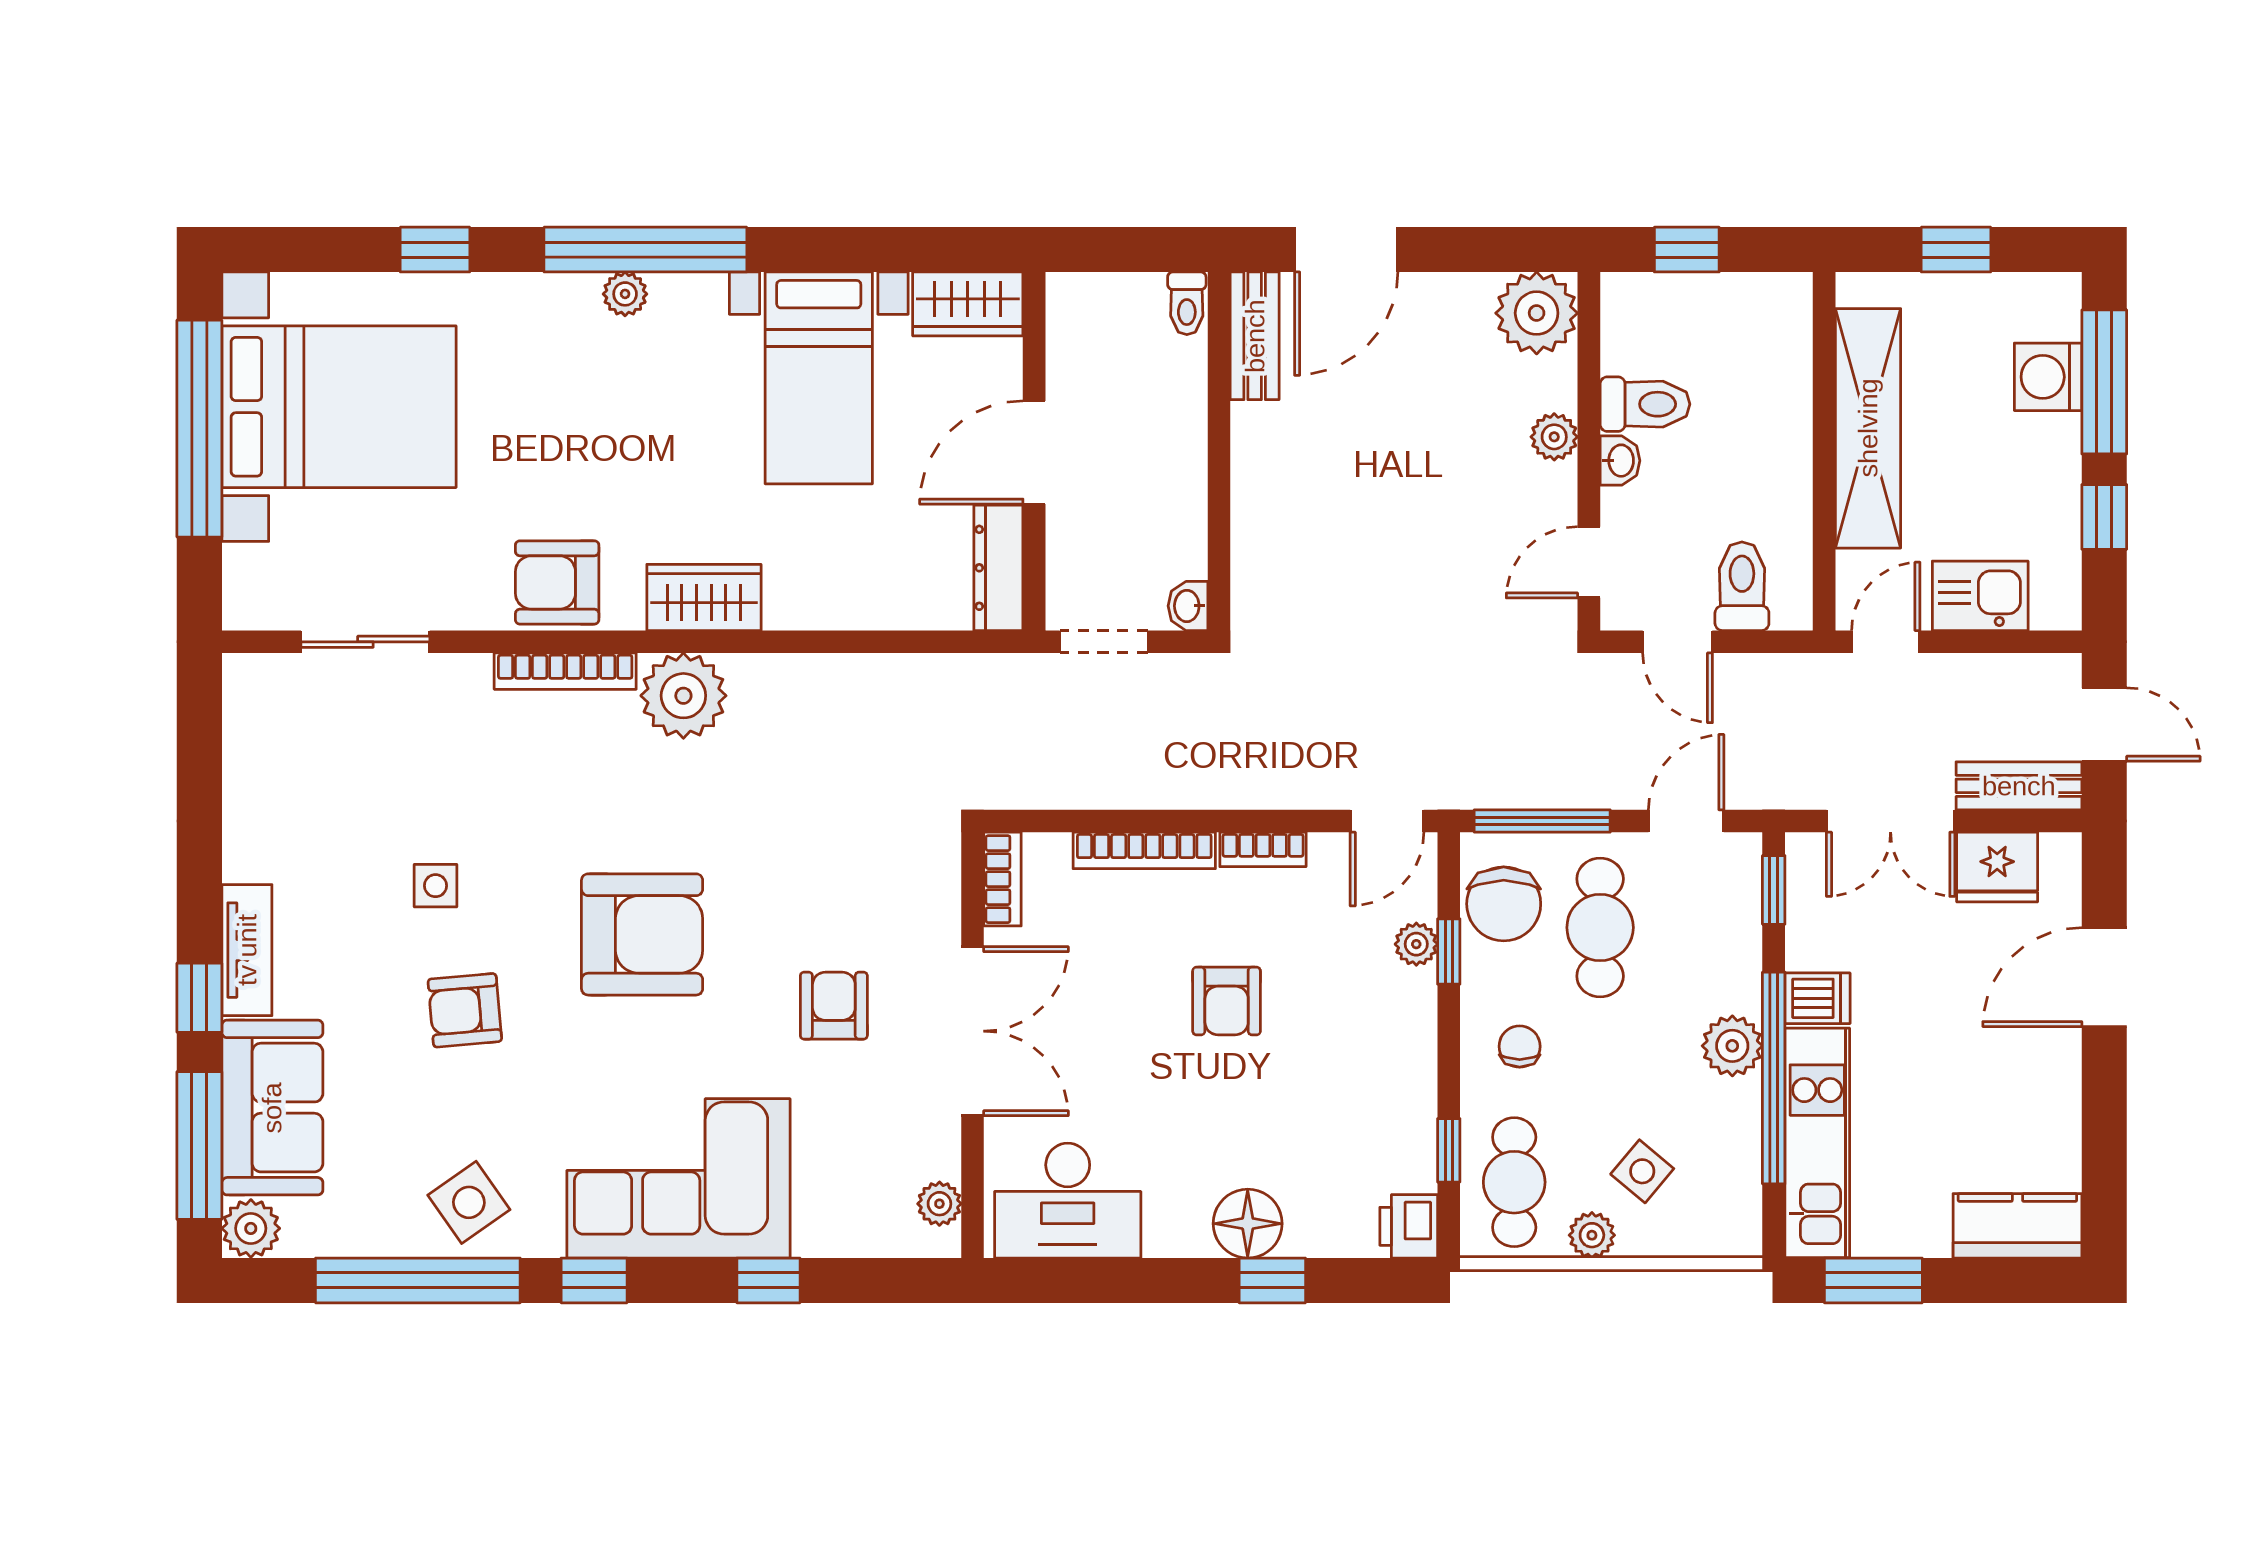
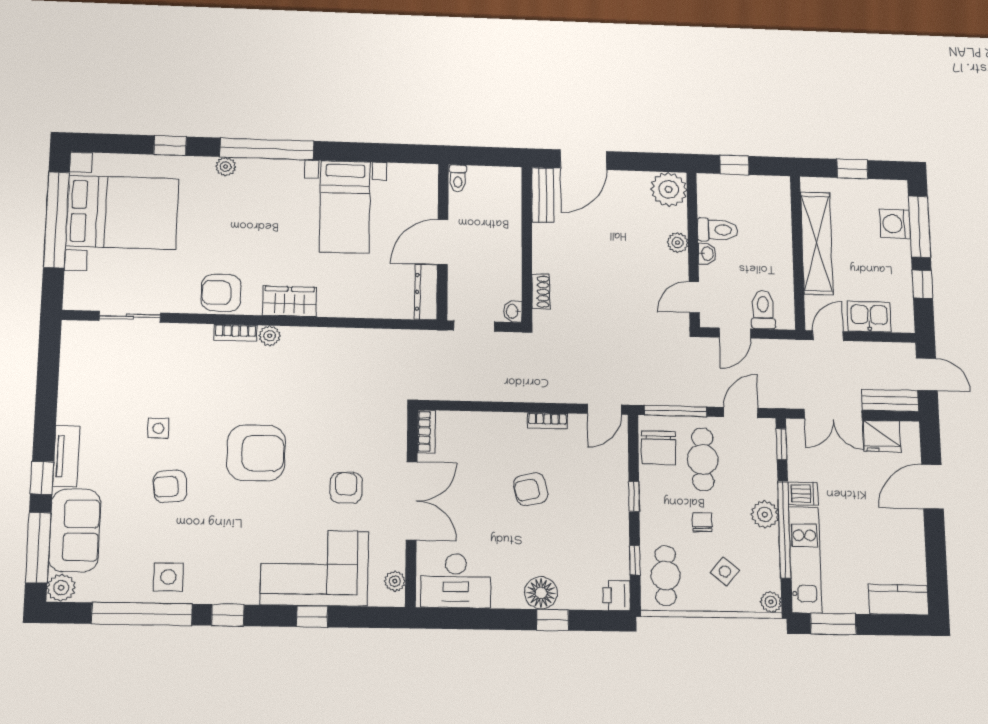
plant: (625, 294) -> (226, 167), moved
toilet: (1187, 303) -> (458, 178), moved
wardrobe: (968, 304) -> (413, 177), removed
shoe rack: (1250, 560) -> (541, 292), added
door: (1678, 642) -> (735, 333), hinge flipped
bookcase: (565, 671) -> (236, 333), width x0.64
plant: (683, 696) -> (270, 336), width x0.53, depth x0.53
bookcase: (1144, 850) -> (492, 420), removed
plant: (1416, 944) -> (619, 465), removed
window: (1449, 951) -> (634, 496), moved
armchair: (1227, 1001) -> (531, 489), turned 77
chair: (1520, 1046) -> (702, 522), moved
corner sofa: (678, 1178) -> (315, 568), moved
side table: (469, 1202) -> (168, 577), turned 35
plant: (1592, 1235) -> (771, 602), moved

